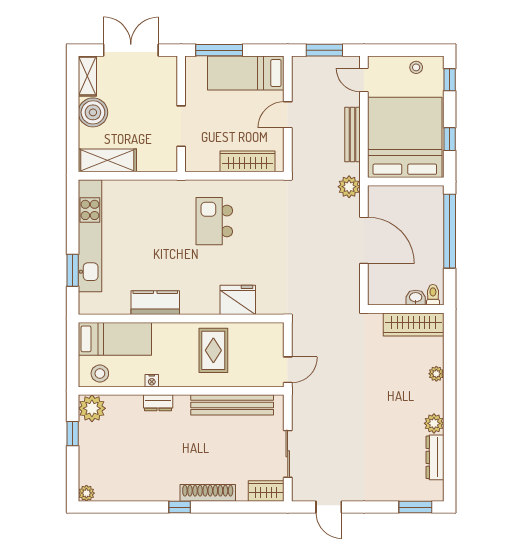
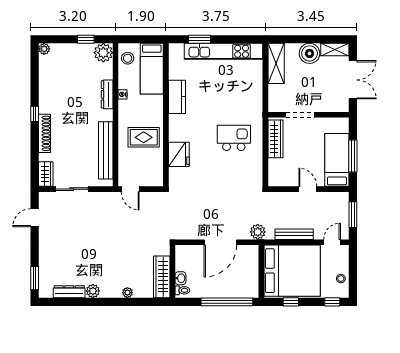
window: (219, 50) -> (353, 156), moved
wardrobe: (247, 161) -> (275, 139), moved
dresser: (158, 403) -> (107, 94), width x1.44

